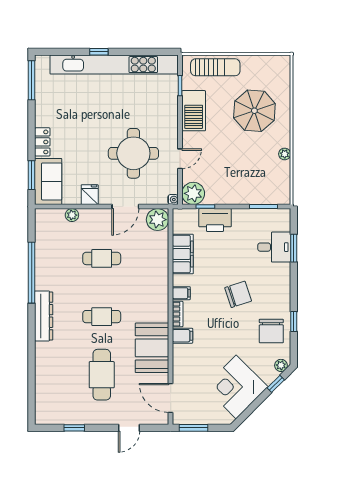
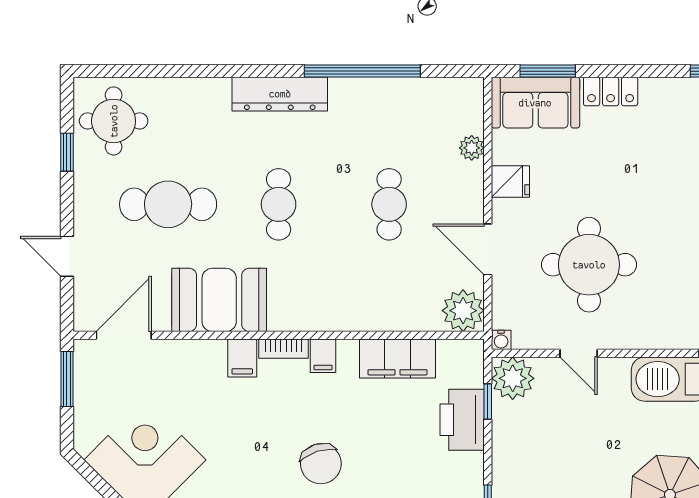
round table: (58, 403) -> (114, 121), added

